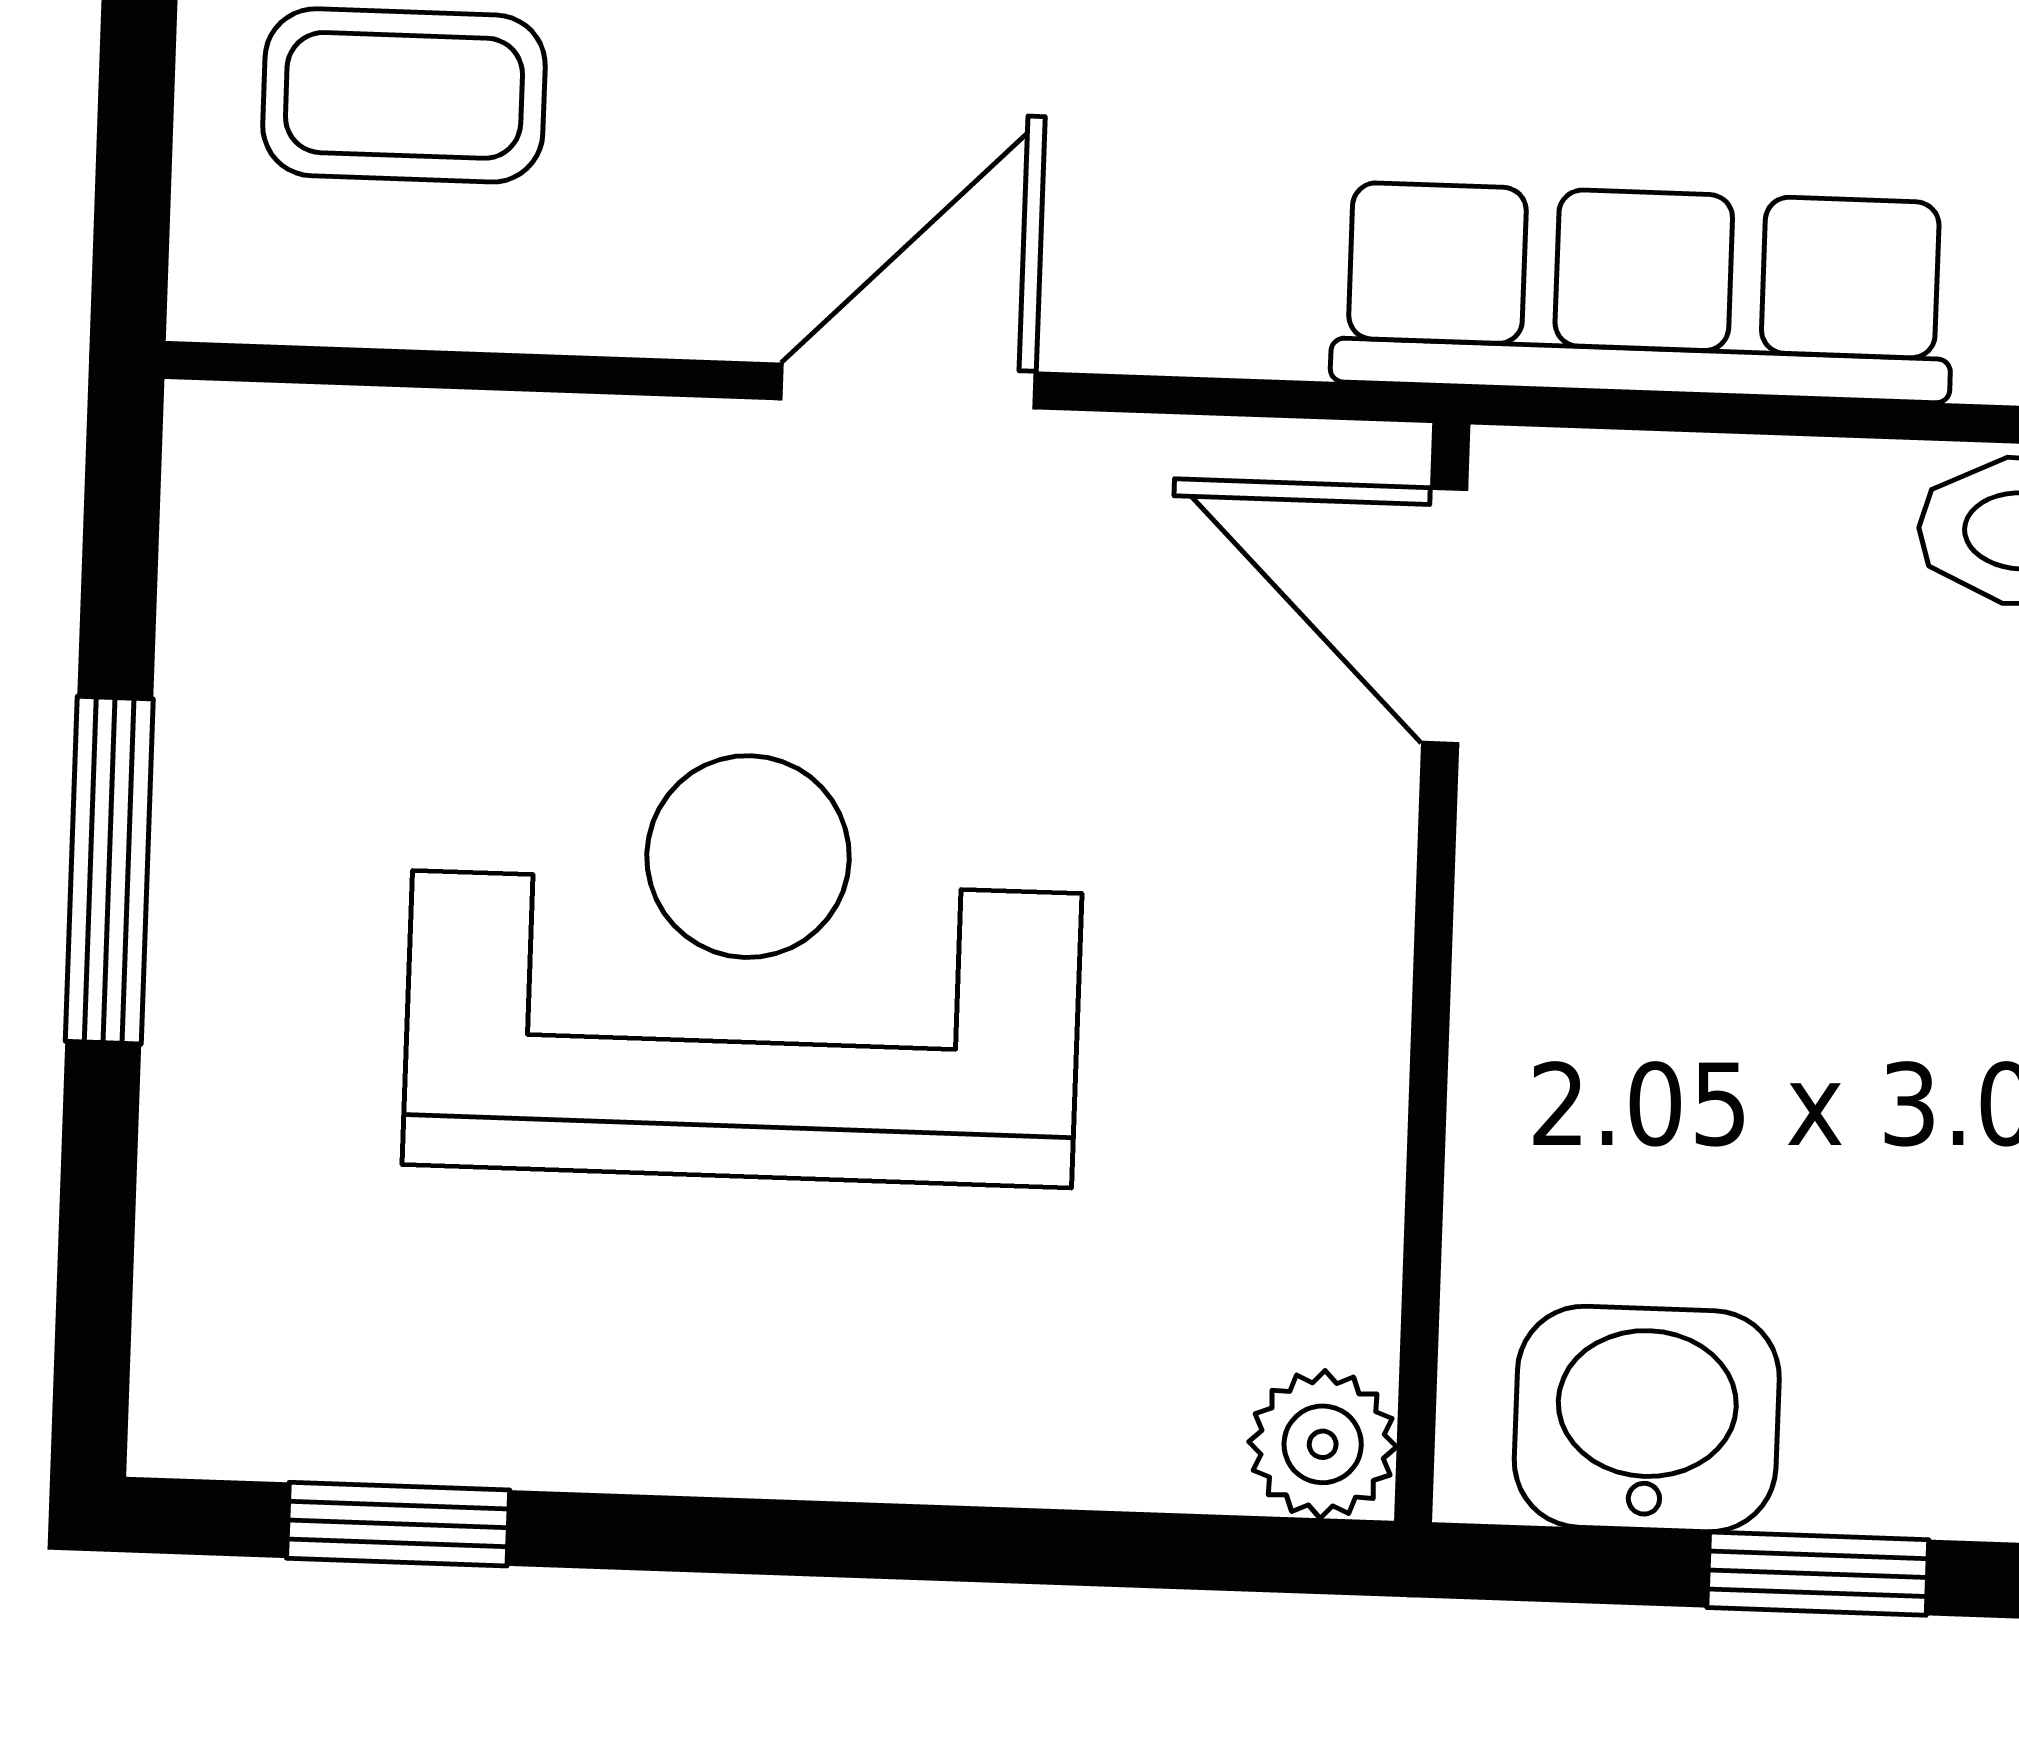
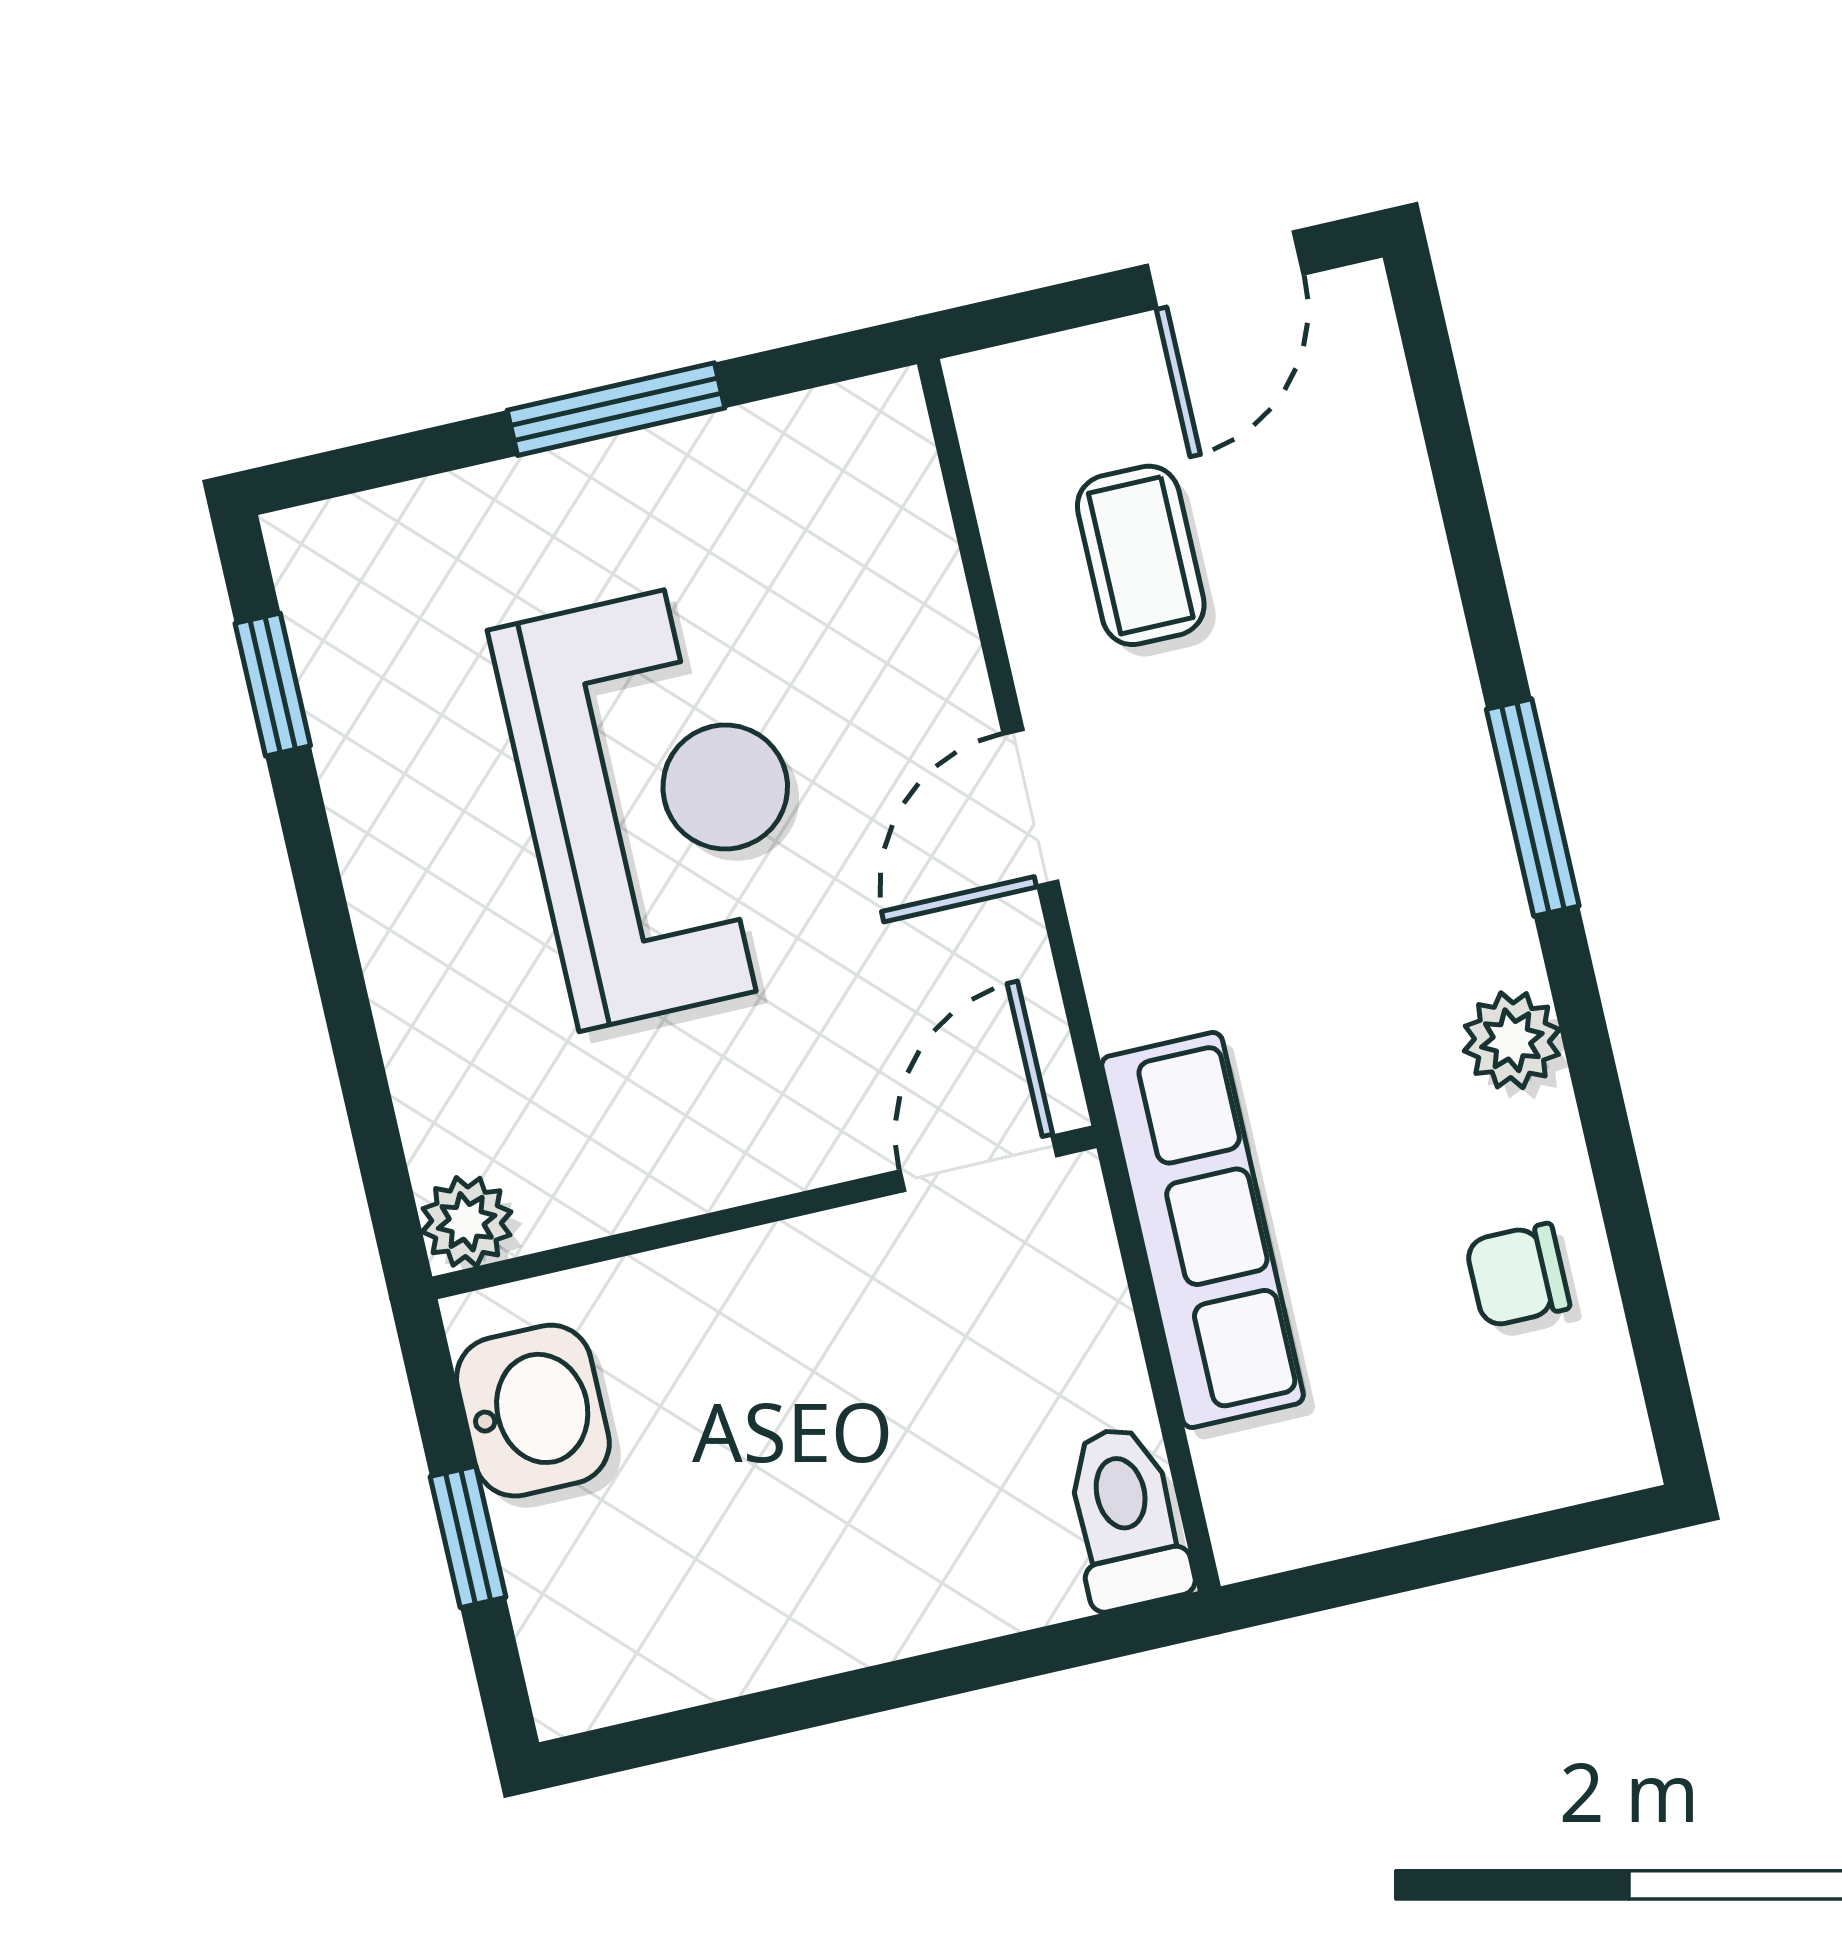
coffee table: (404, 95) -> (1141, 555), moved
door: (908, 386) -> (1031, 808), swing flipped

